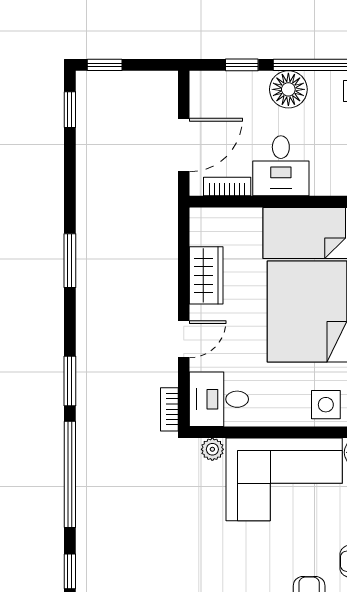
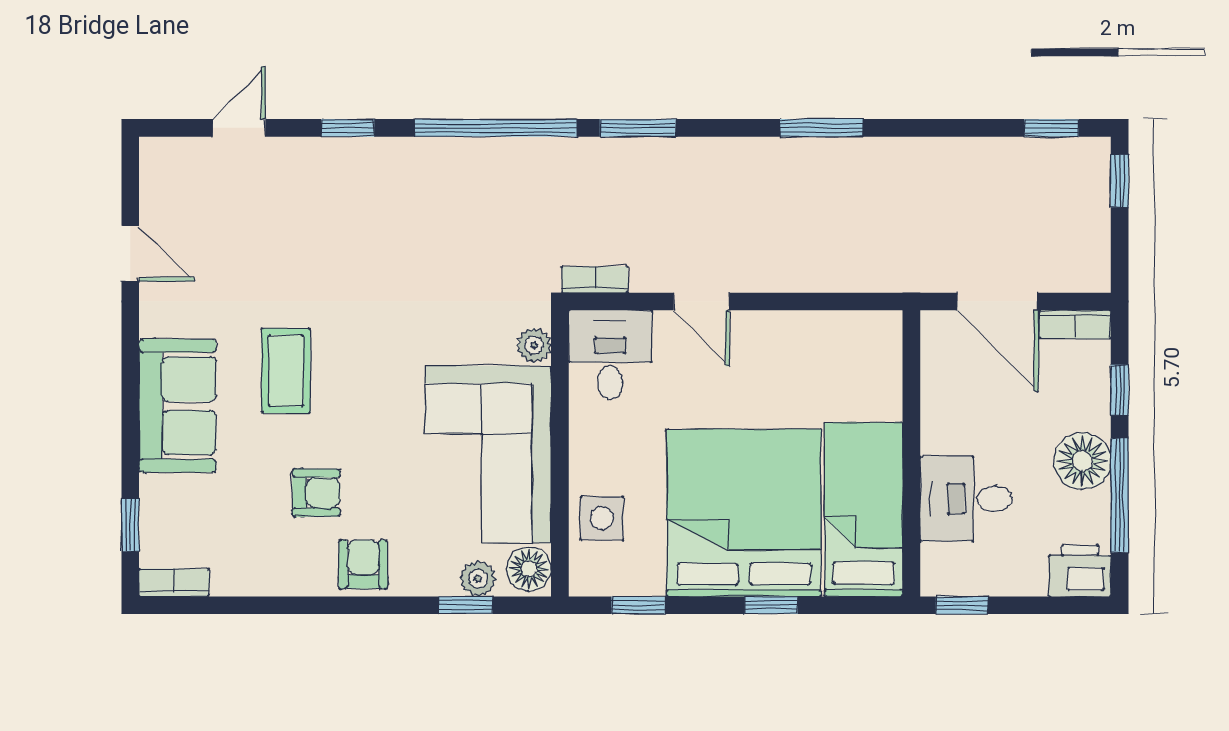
desk: (281, 166) -> (966, 499), moved
bookcase: (227, 186) -> (1075, 325), moved, turned 90
wardrobe: (206, 275) -> (799, 336), removed

